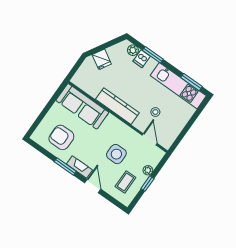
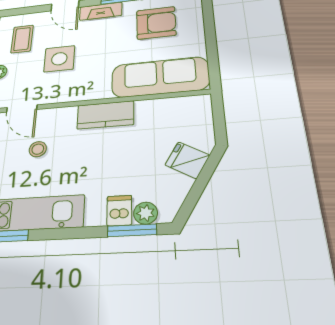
window: (153, 55) -> (132, 230), moved
kitchen counter: (117, 106) -> (105, 115), width x0.67

